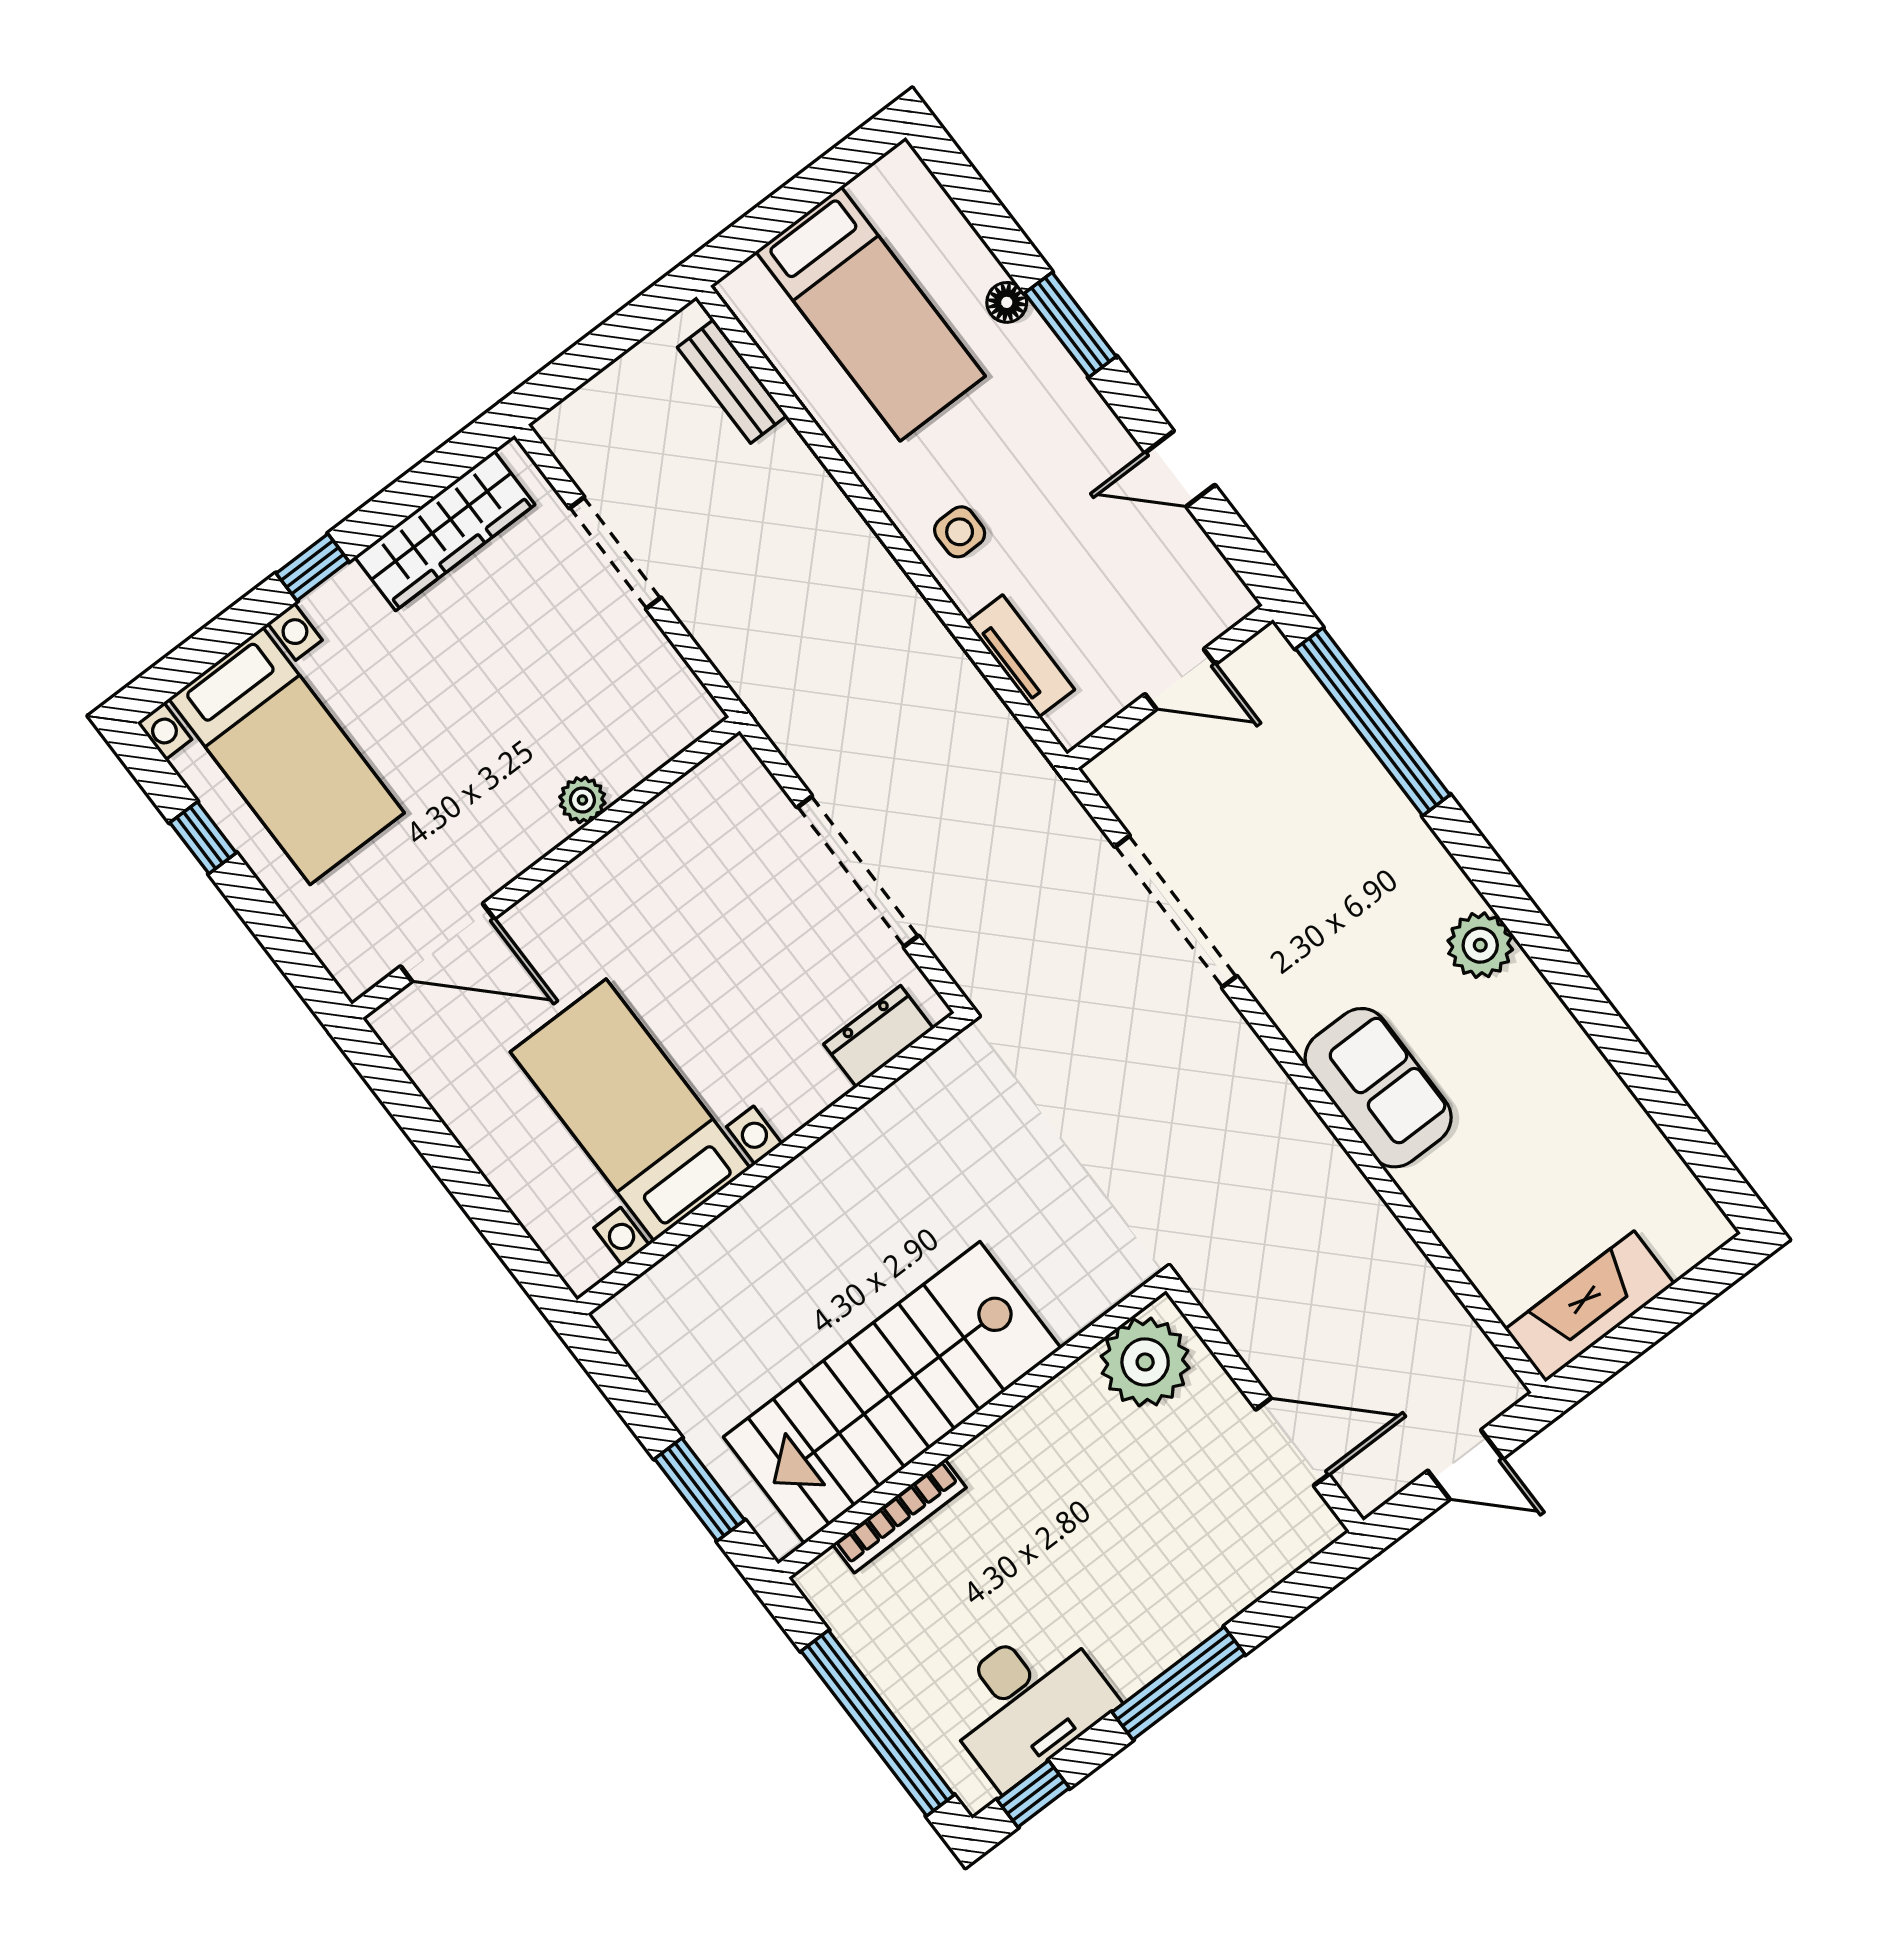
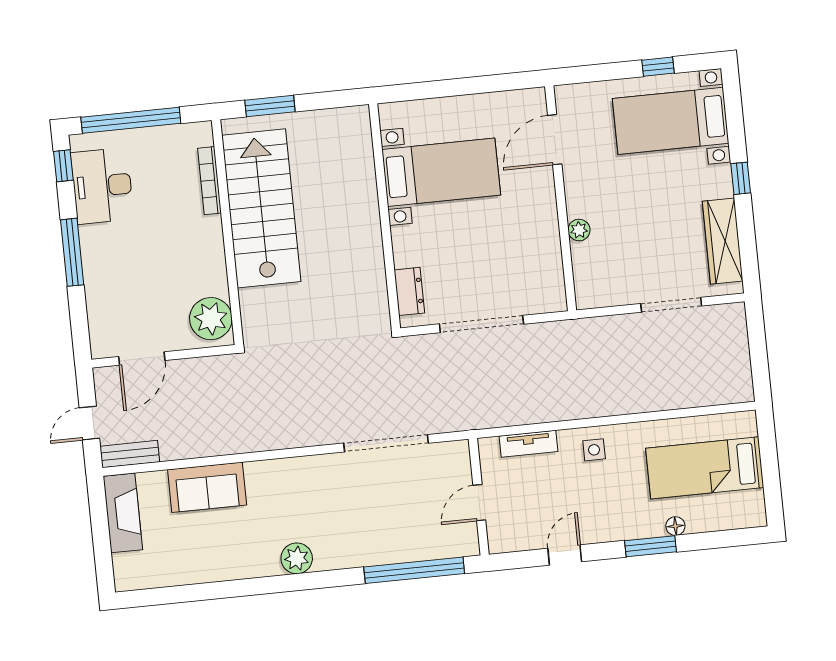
bench: (732, 381) -> (130, 454), moved
sofa: (1378, 1088) -> (207, 487), moved

